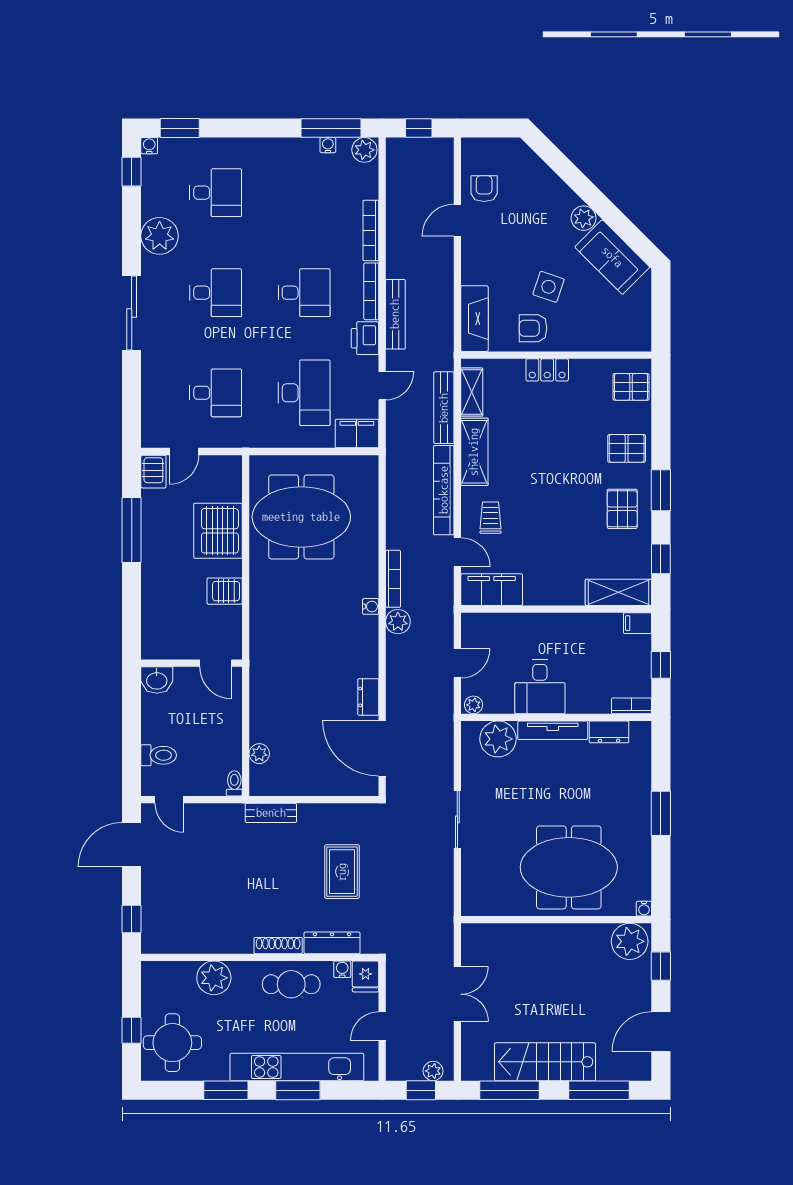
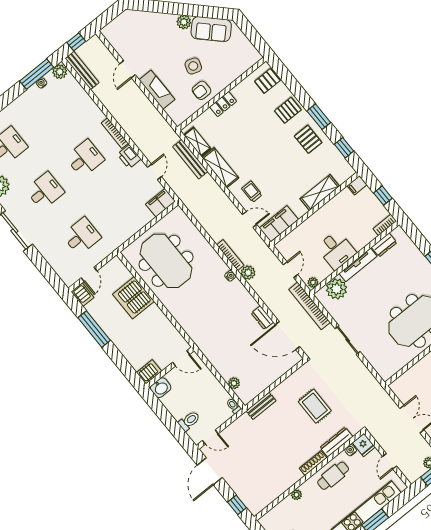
armchair: (484, 189) -> (128, 45), removed
bookcase: (371, 230) -> (92, 106), removed
bench: (395, 314) -> (82, 70), moved
fireplace: (474, 319) -> (157, 90), moved
desk: (304, 393) -> (122, 204), removed
bookcase: (444, 490) -> (310, 306), moved
meeting table: (301, 517) -> (166, 261), turned 90
server rack: (225, 591) -> (149, 372), moved, turned 180
shelving: (618, 592) -> (320, 193), moved
plant: (214, 978) -> (296, 495), width x0.53, depth x0.53

